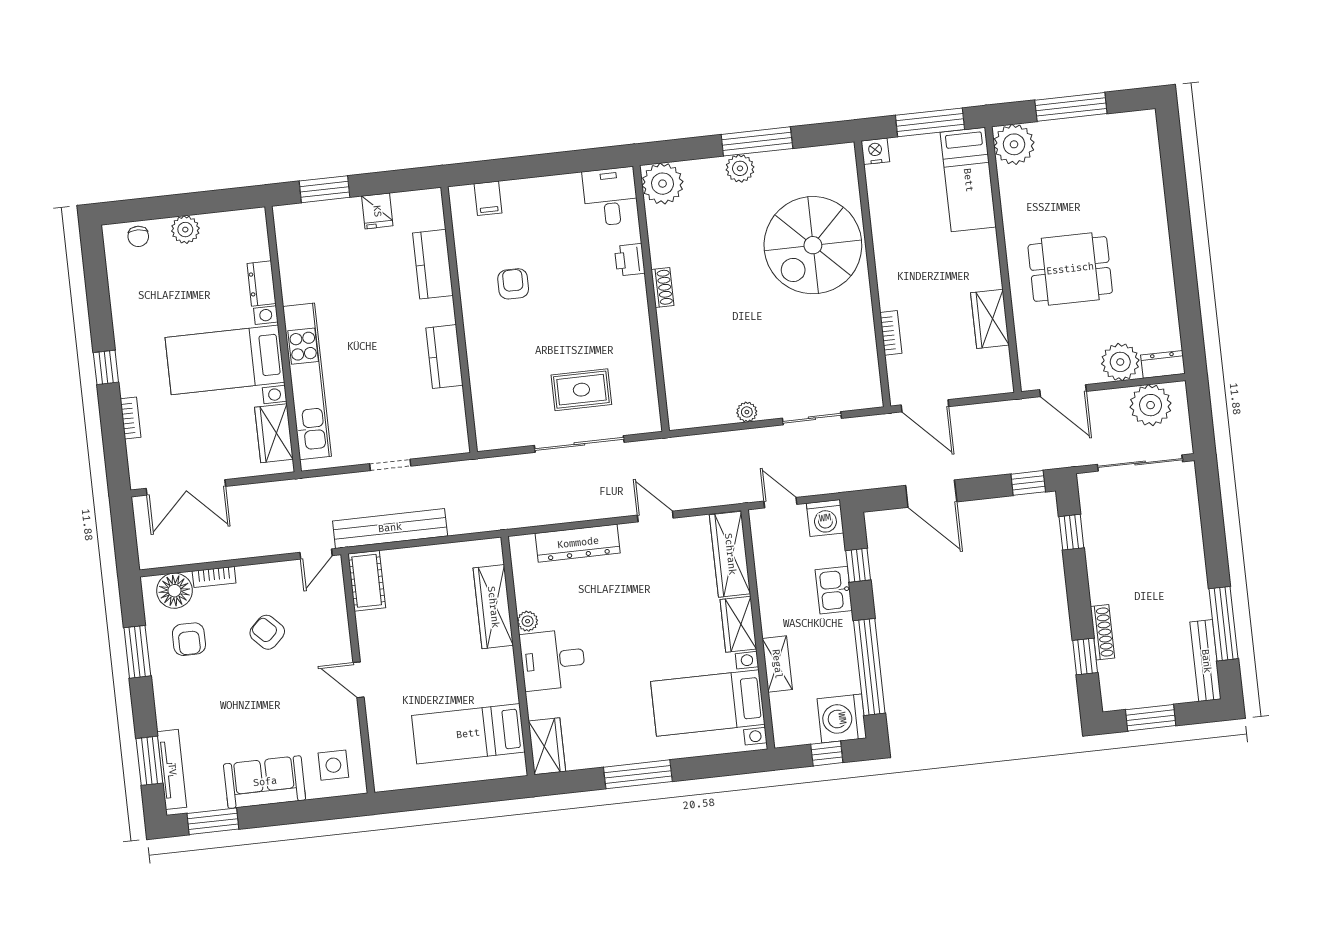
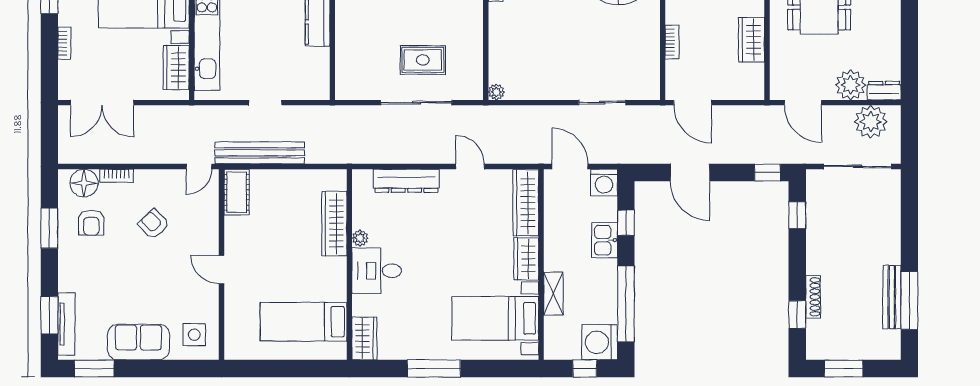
plant: (747, 412) -> (496, 92), moved
door: (780, 503) -> (570, 167), width x1.38
bench: (1206, 661) -> (892, 297), moved

